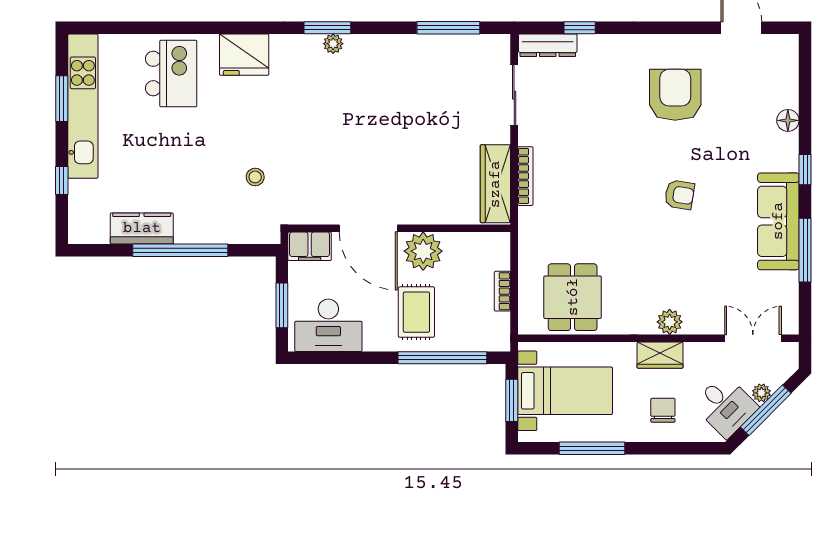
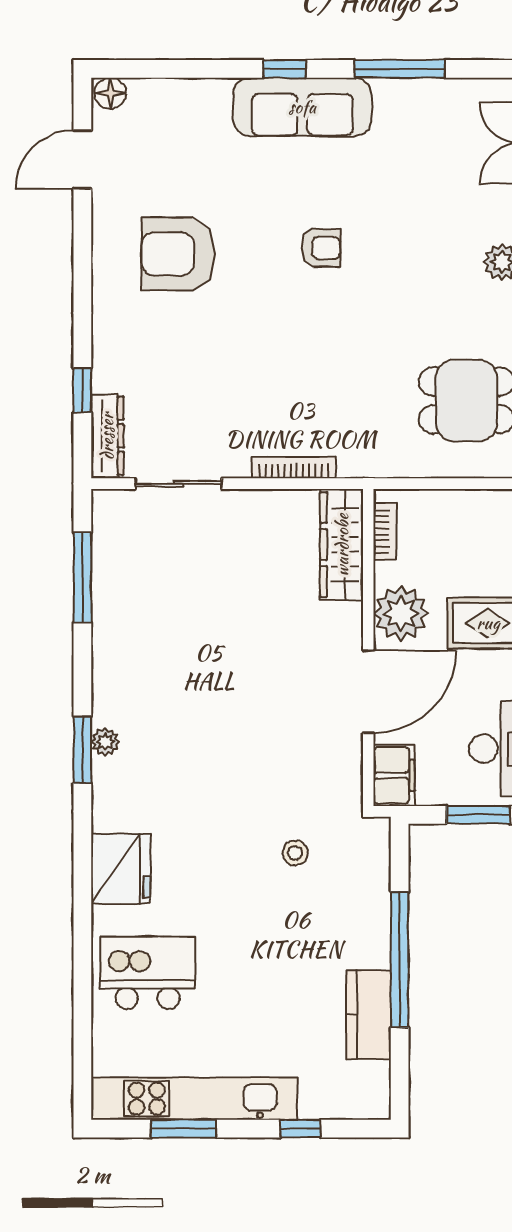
floor lamp: (788, 120) -> (110, 93), moved
wardrobe: (495, 184) -> (342, 545), moved, turned 90
armchair: (679, 195) -> (321, 248), turned 81
sofa: (778, 221) -> (302, 107), moved
bookcase: (502, 291) -> (385, 531), moved, turned -90

